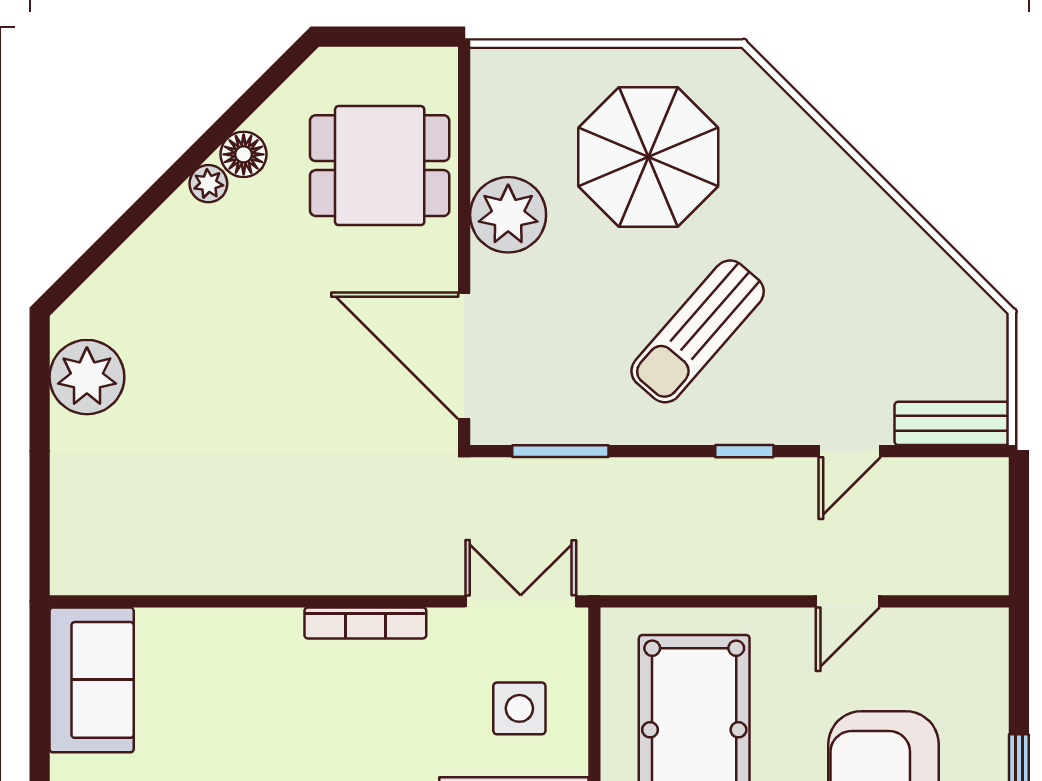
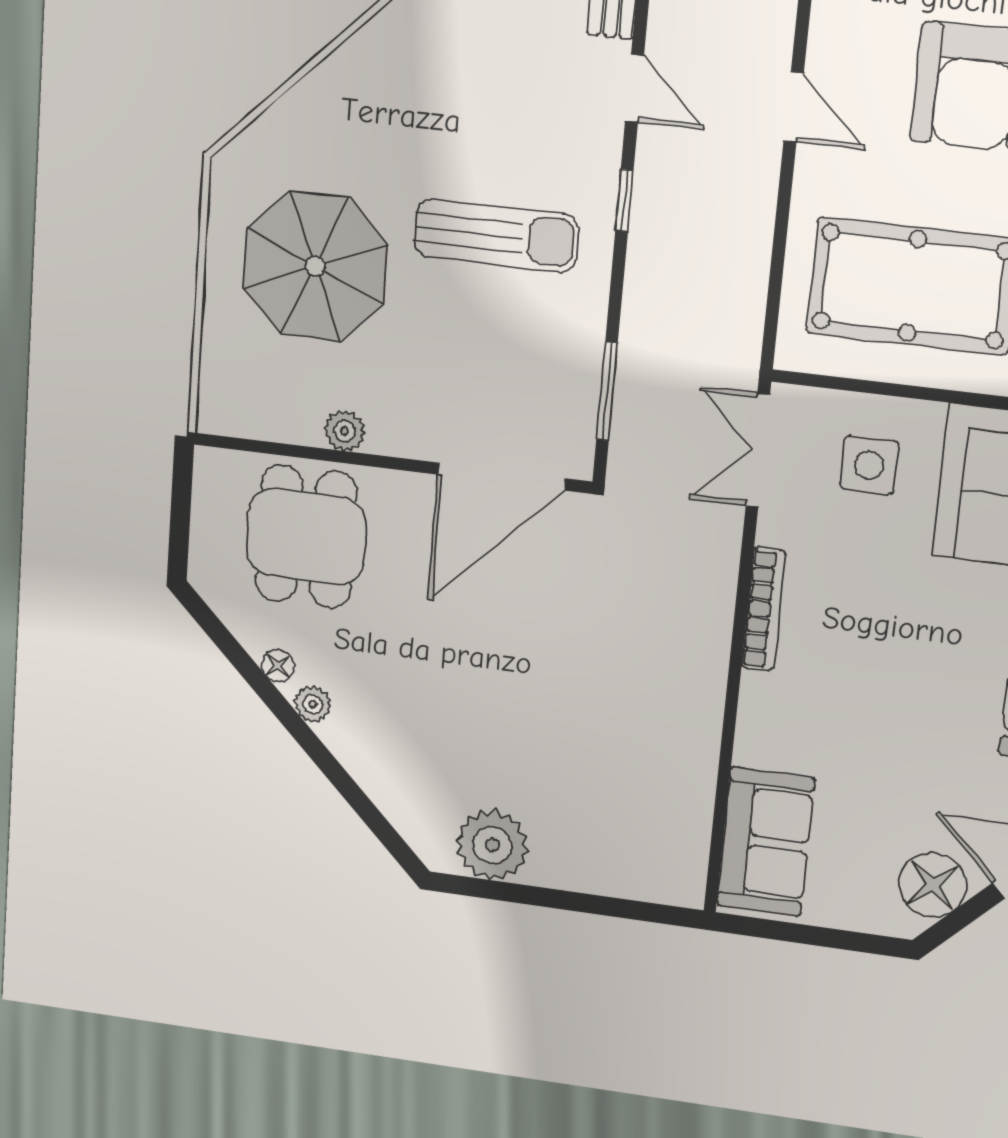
floor lamp: (244, 154) -> (278, 666), width x0.73, depth x0.73
plant: (508, 215) -> (345, 431), width x0.53, depth x0.53
sun lounger: (698, 331) -> (496, 236), turned -41
sofa: (92, 680) -> (766, 842), moved, turned 90

